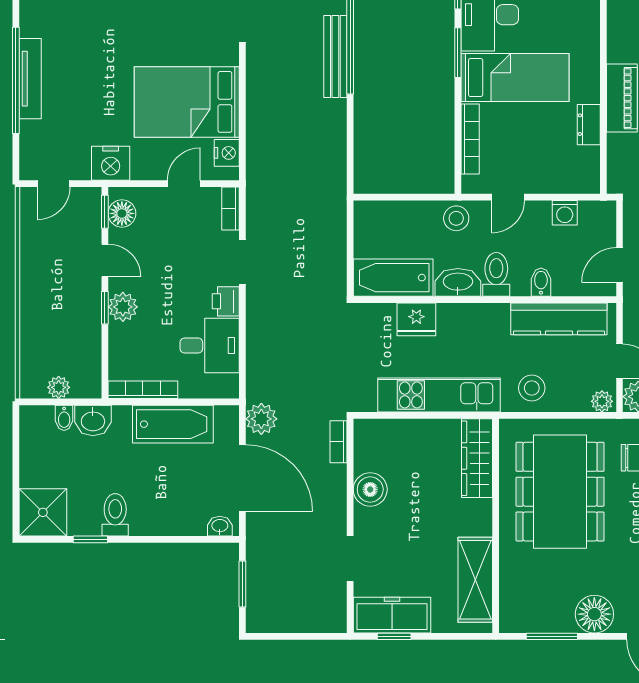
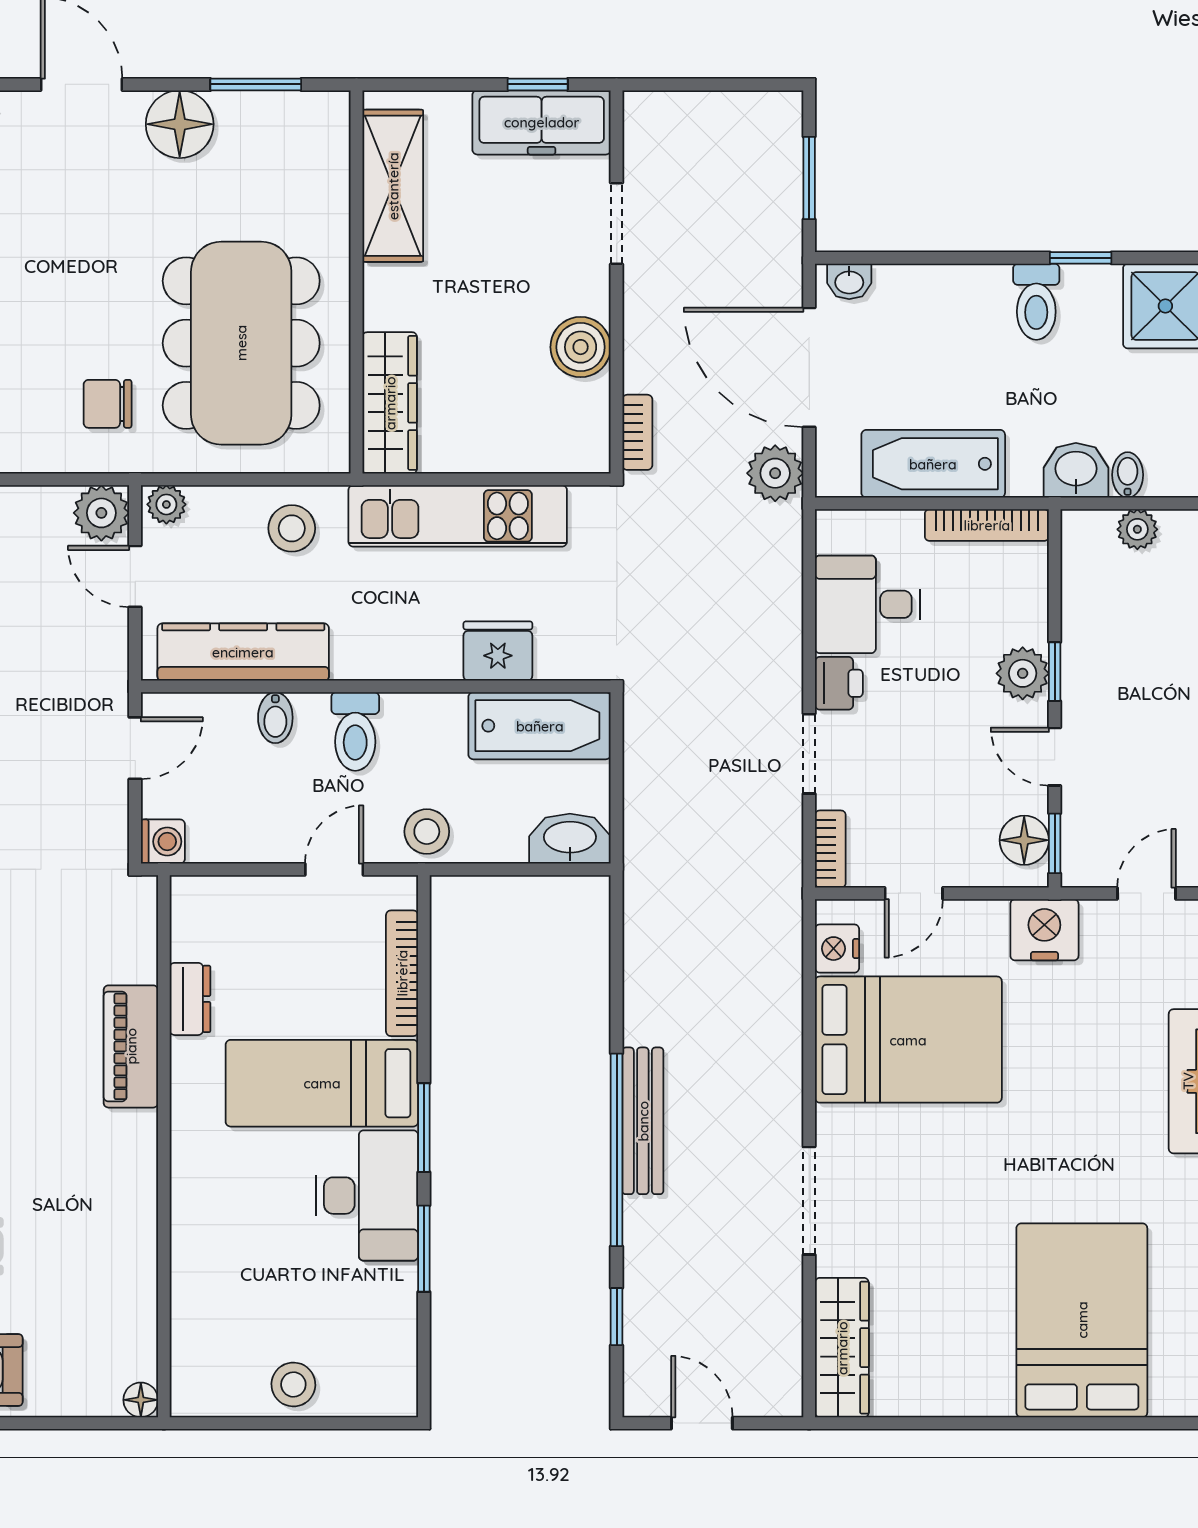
washing machine: (565, 213) -> (163, 842), moved, turned 90
washbasin: (458, 282) -> (570, 839), moved, turned 180

